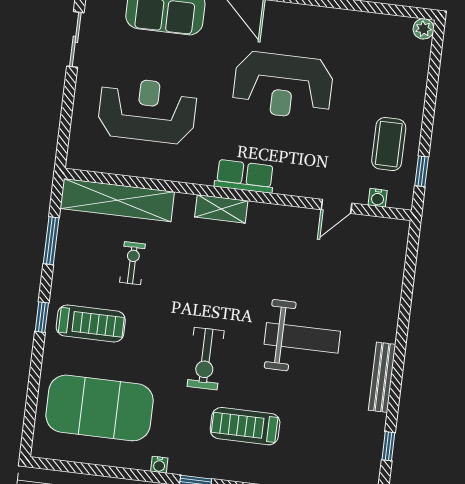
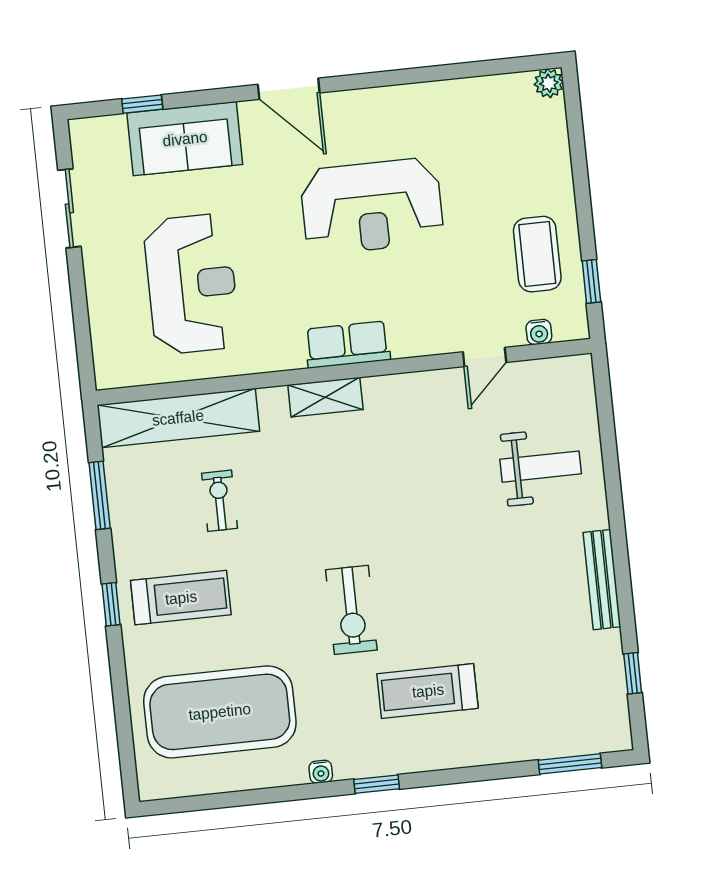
reception desk: (147, 110) -> (192, 284), turned 90
weight bench: (302, 338) -> (541, 467), moved, width x0.73, depth x0.75

